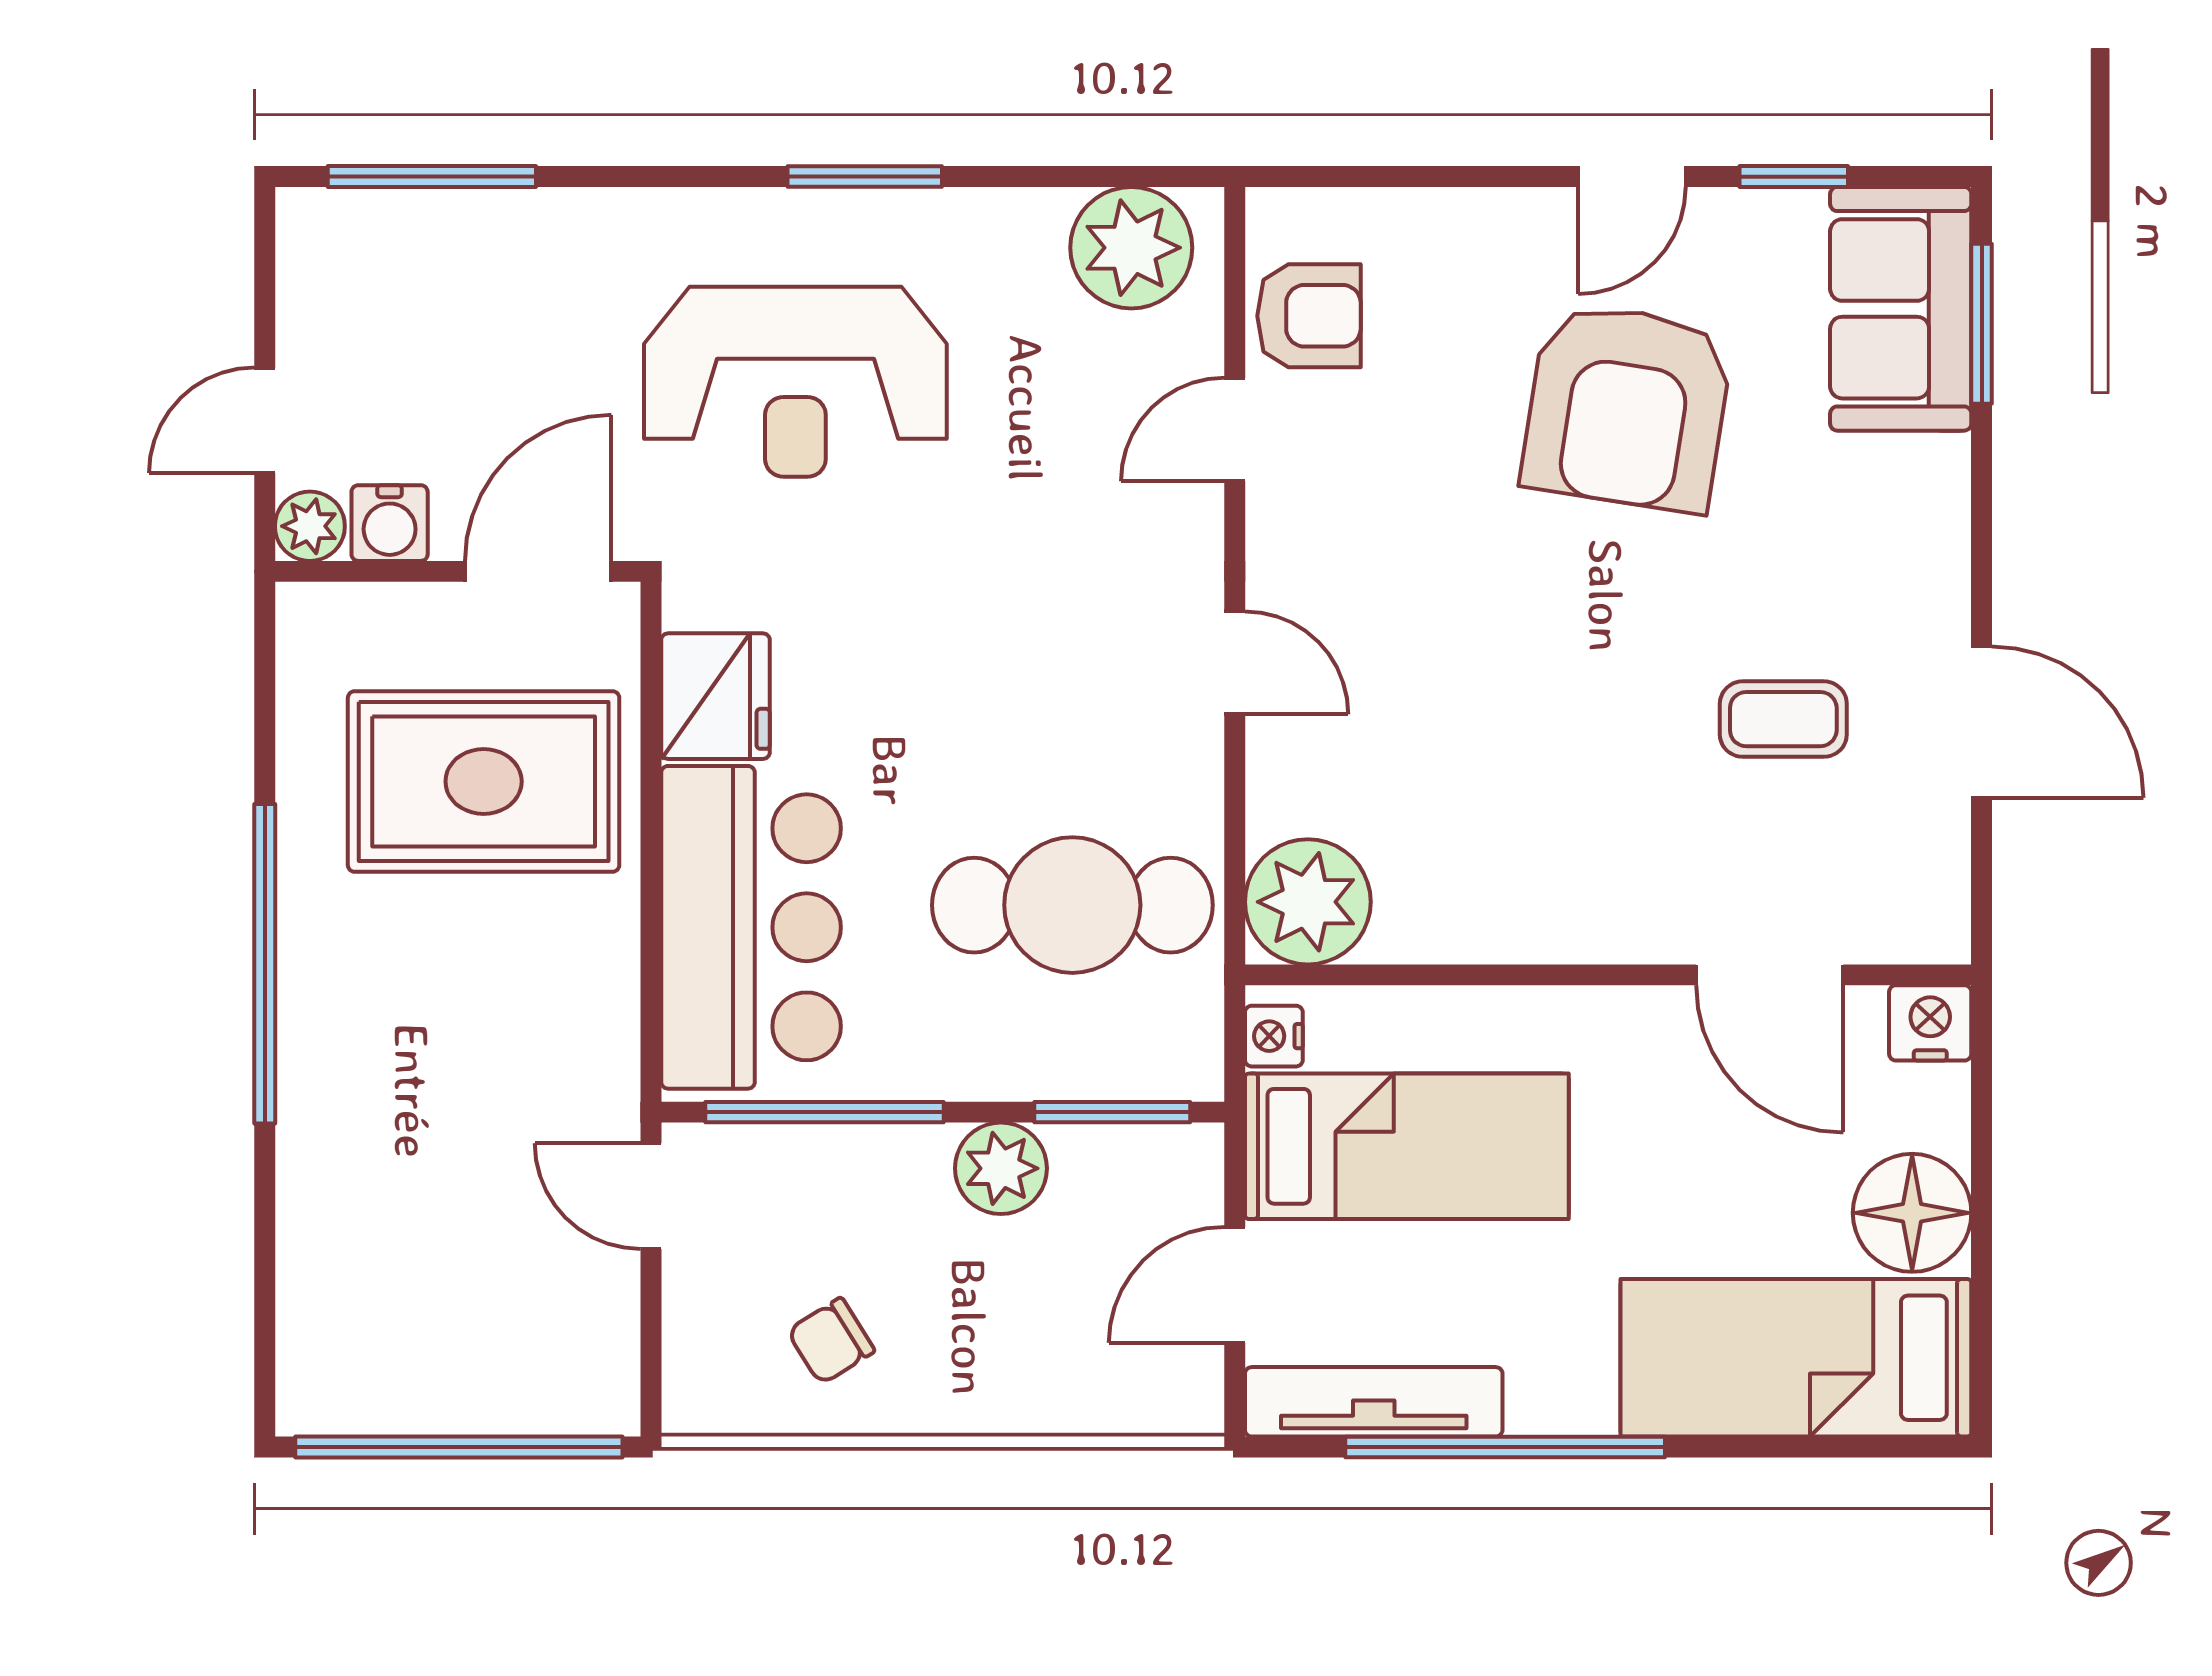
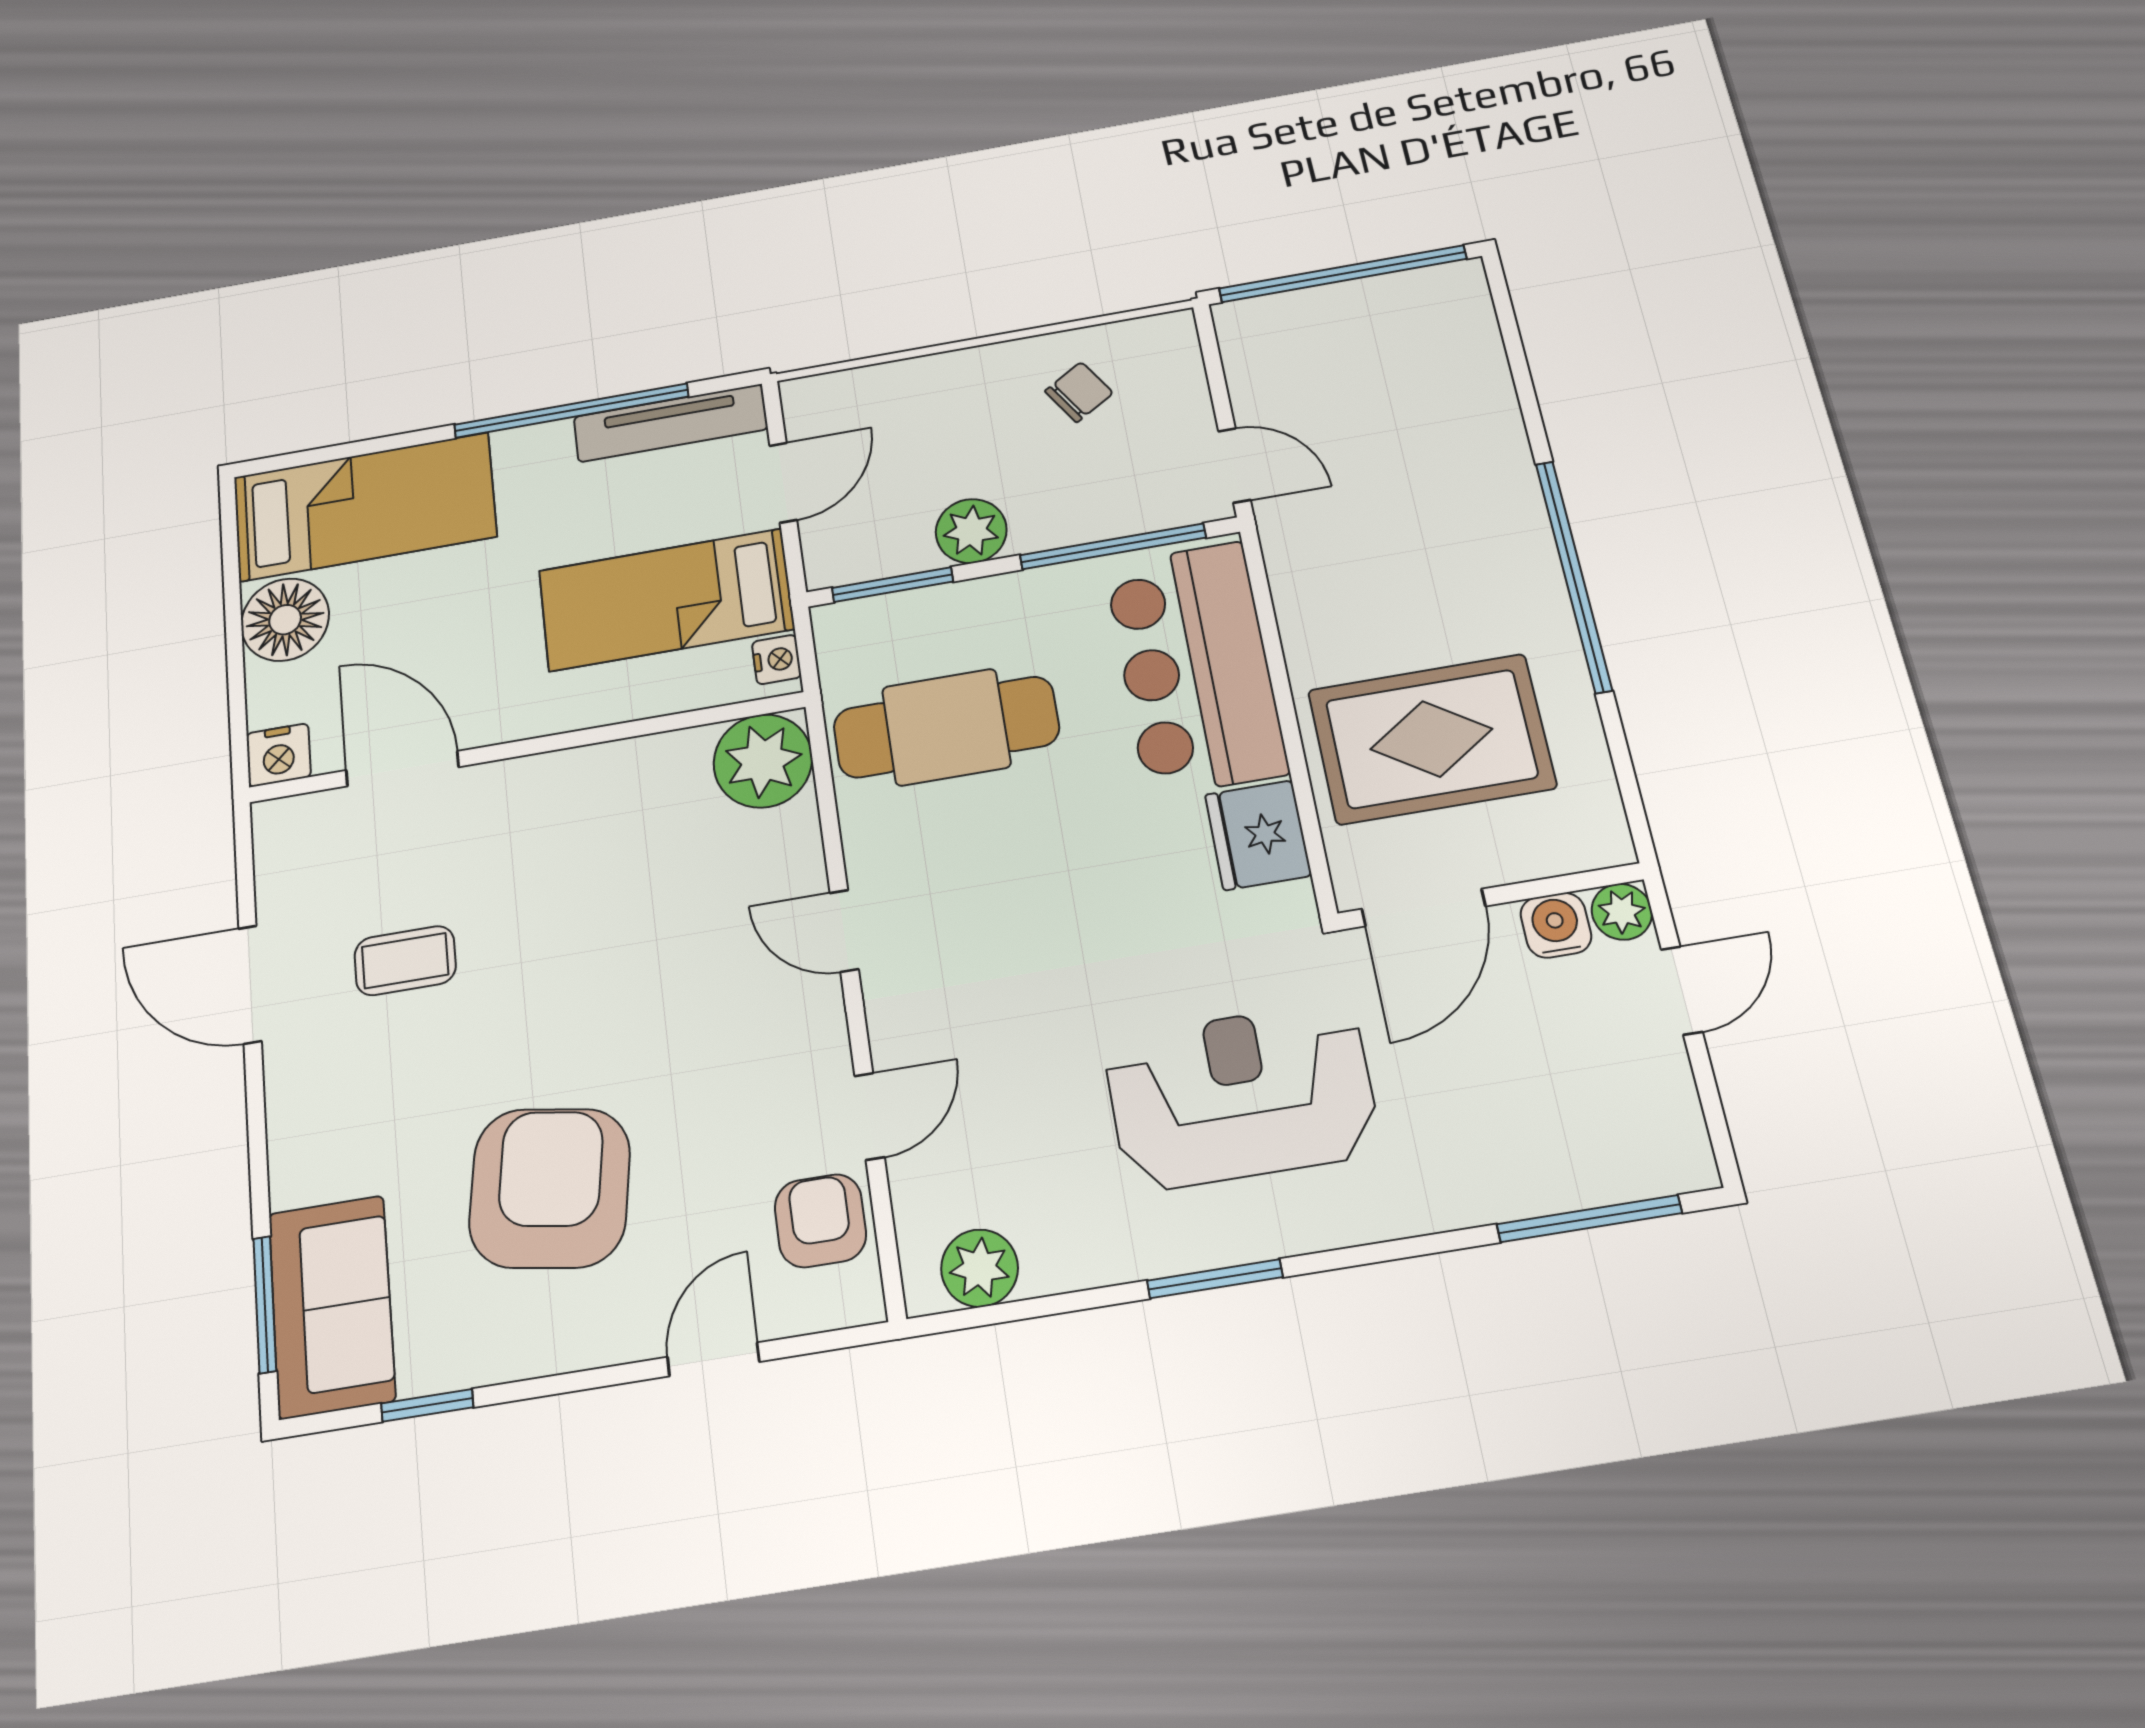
door: (1632, 177) -> (713, 1359), moved
plant: (1131, 248) -> (979, 1268), width x0.73, depth x0.73
armchair: (1309, 316) -> (820, 1221), turned 90

